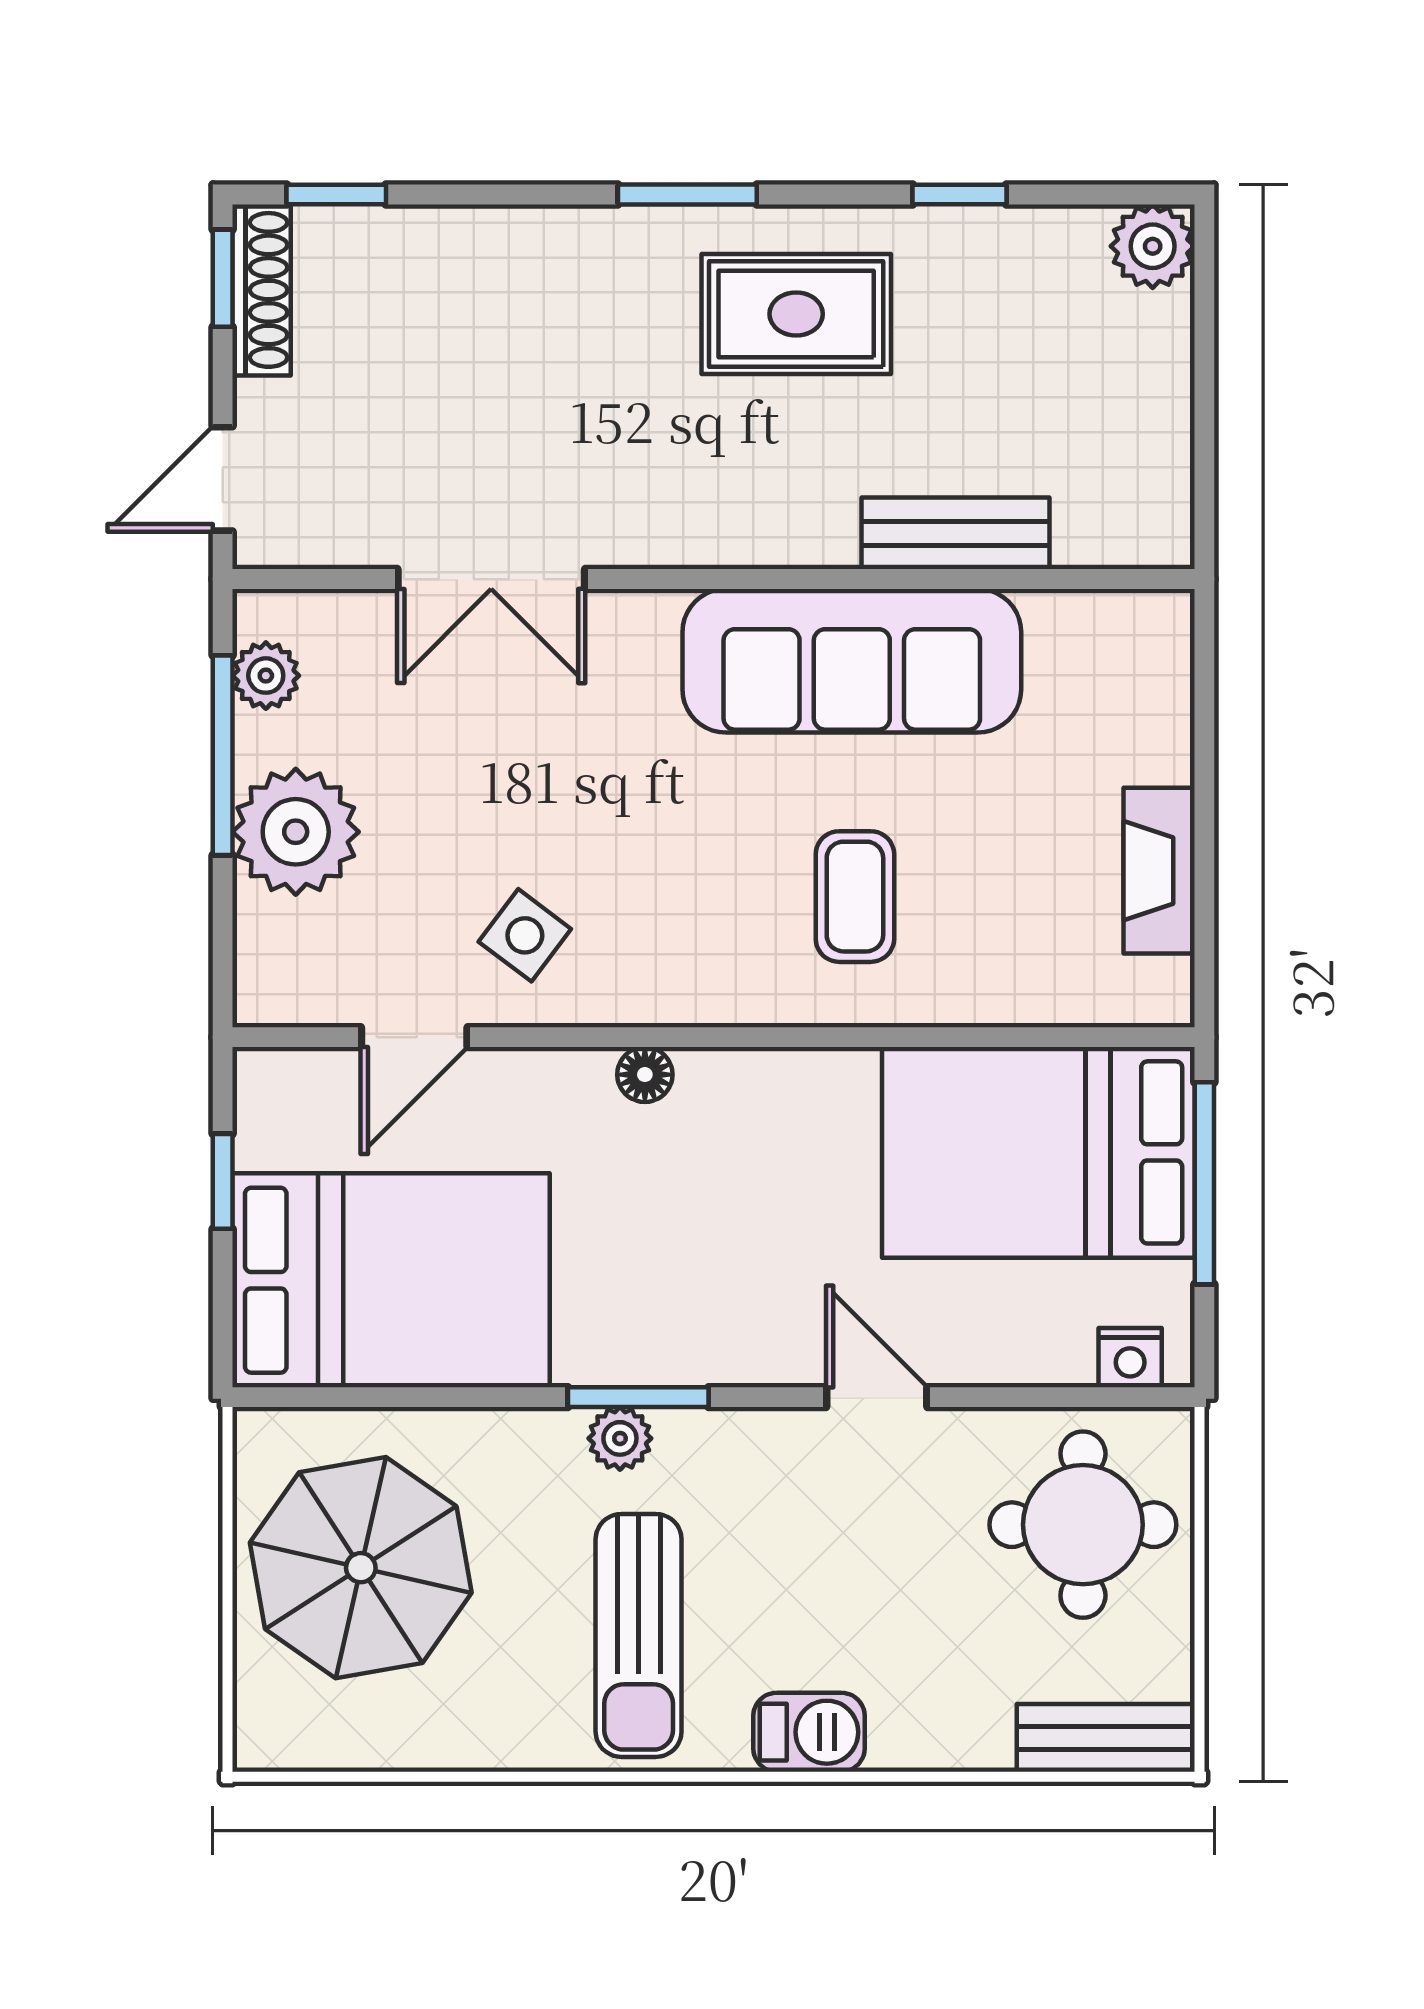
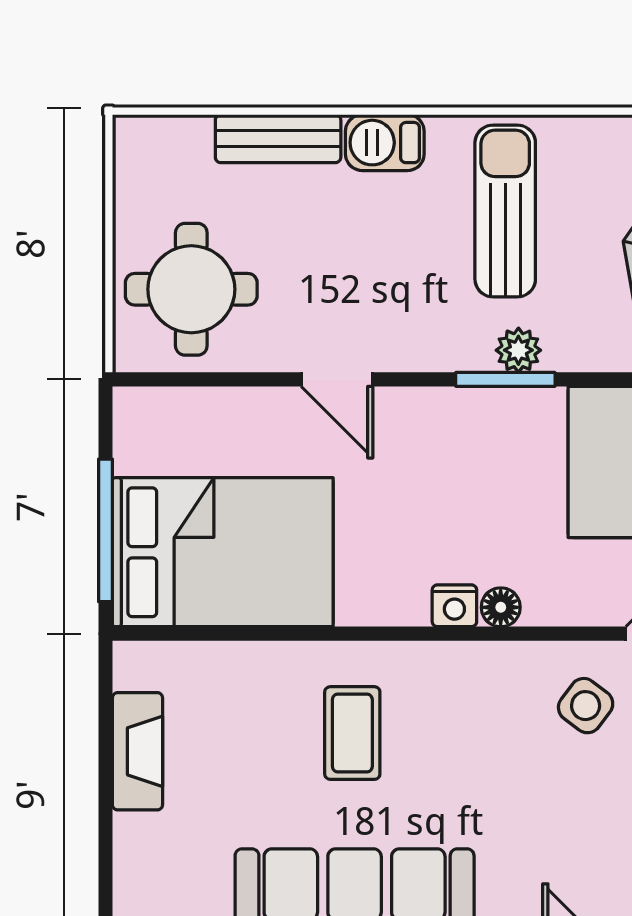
nightstand: (1130, 1358) -> (454, 606), moved, turned 180
bench: (1106, 1738) -> (278, 139), moved

